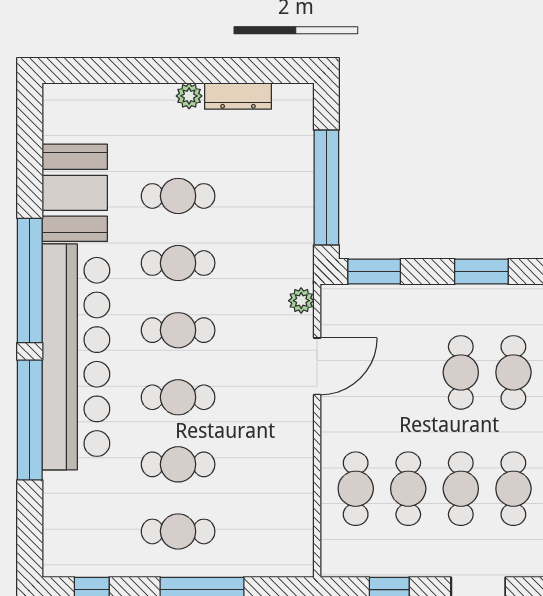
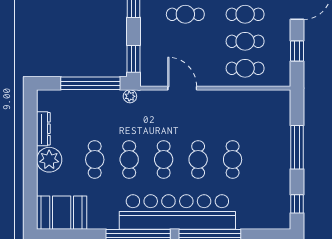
plant: (189, 96) -> (49, 160), width x1.87, depth x1.87
booth: (75, 193) -> (62, 213), moved
plant: (301, 301) -> (130, 96), moved
cafe table: (178, 531) -> (267, 160), removed

